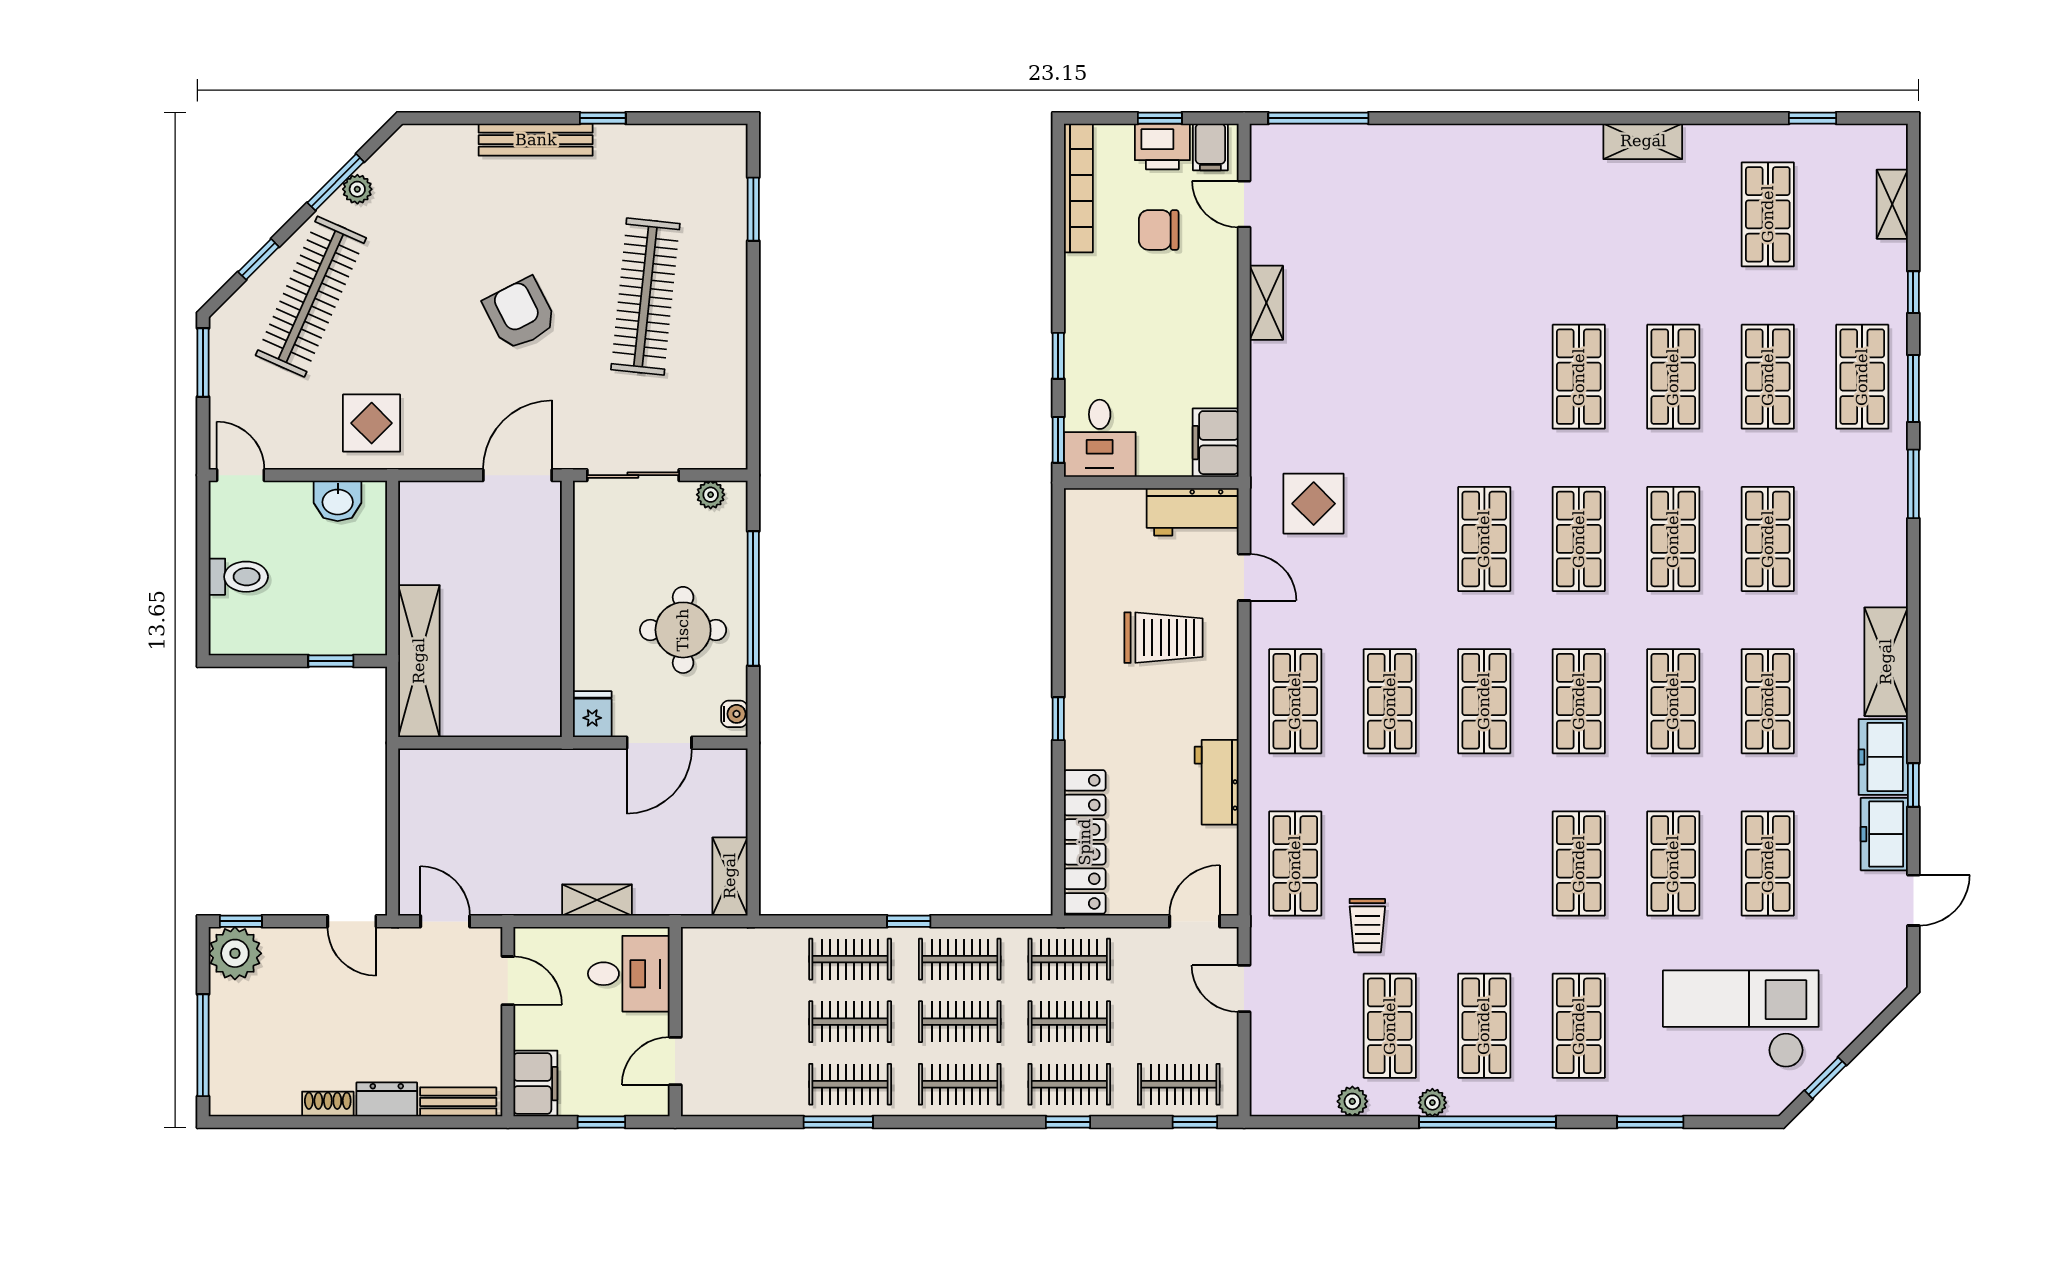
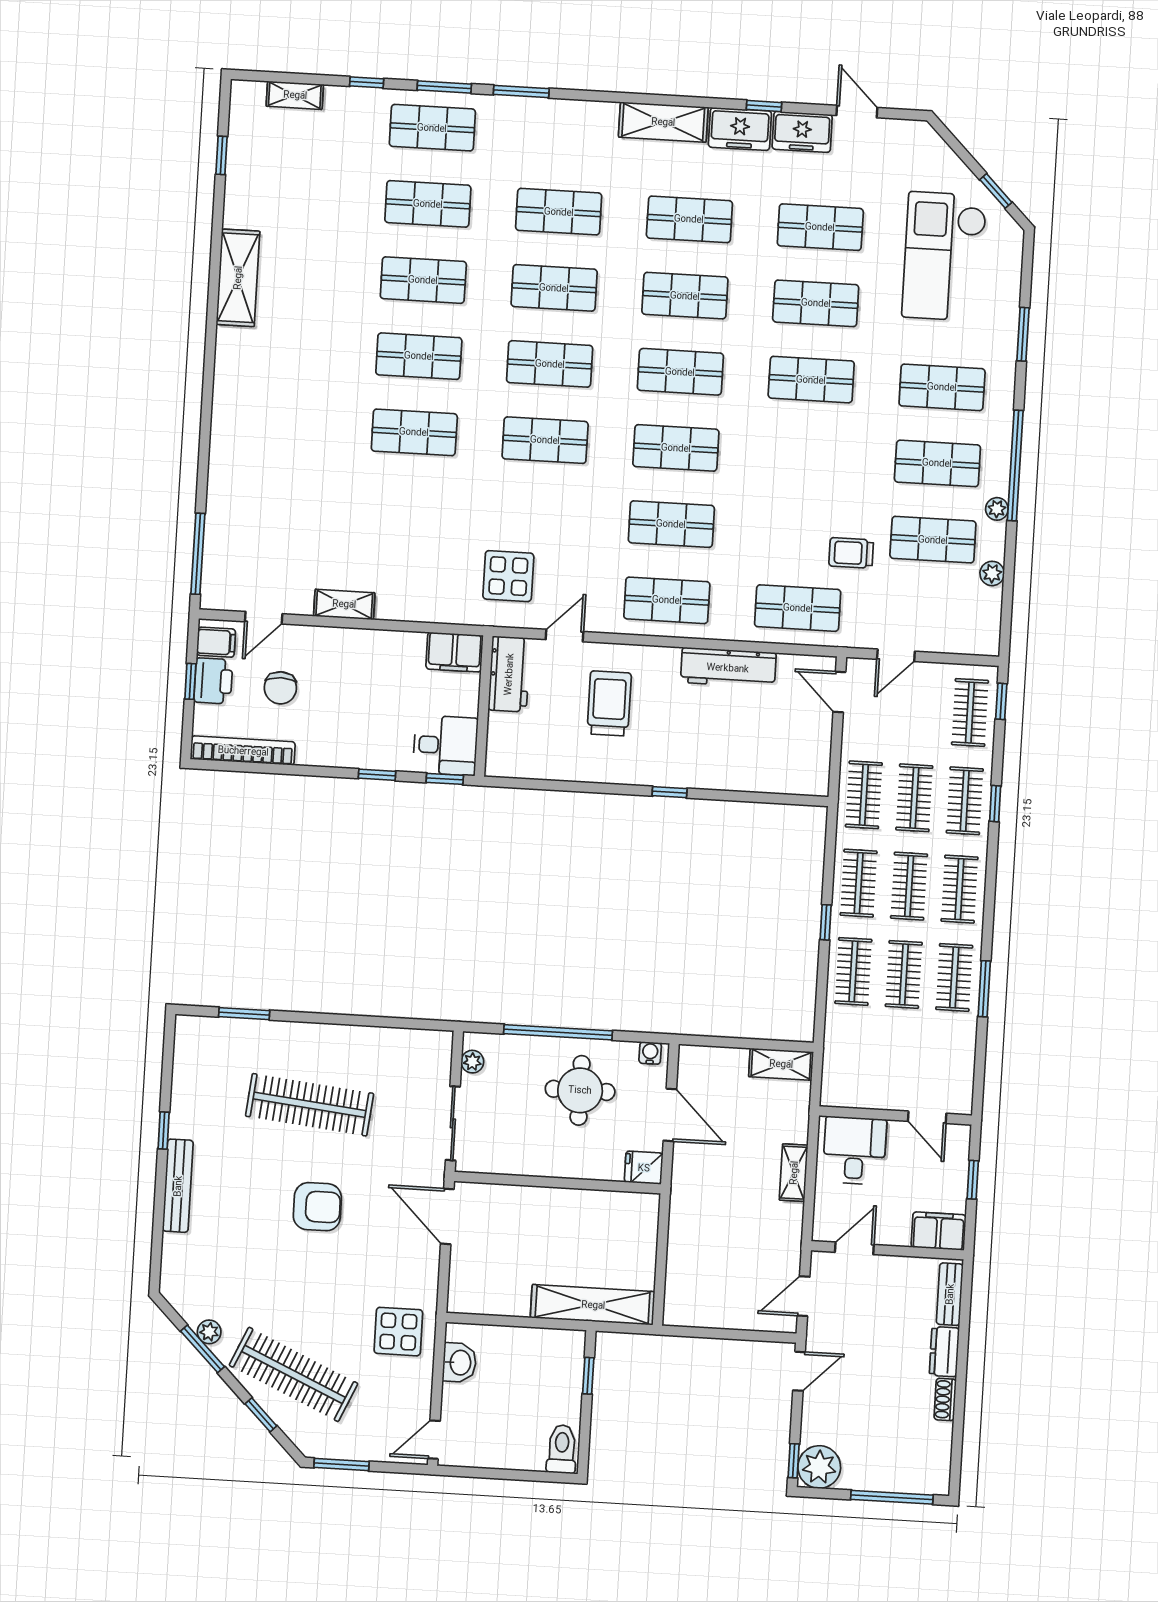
shelving: (1643, 141) -> (238, 278), width x1.50, depth x1.33
shop shelf: (1768, 214) -> (414, 432), moved
armchair: (520, 314) -> (317, 1207), turned -153
toilet: (238, 577) -> (562, 1449), moved
workbench: (1217, 782) -> (728, 668), width x1.38
locker: (1085, 842) -> (770, 777), removed
trolley: (1367, 926) -> (851, 553), turned 180

